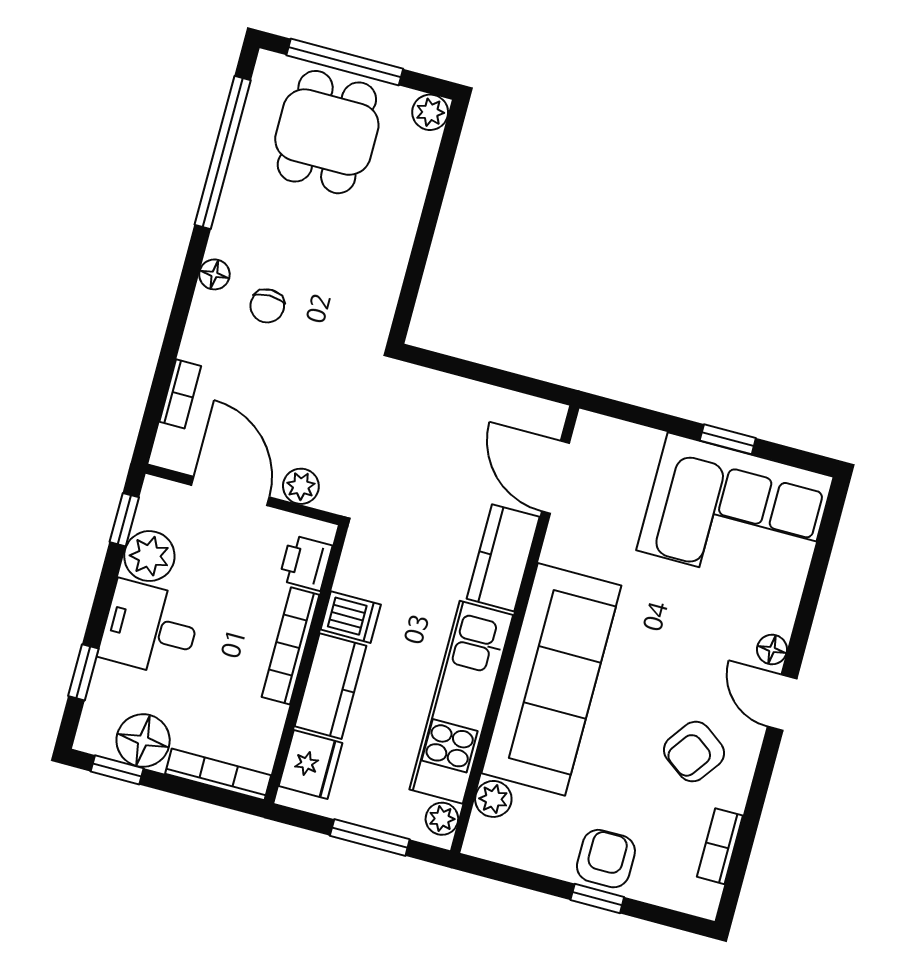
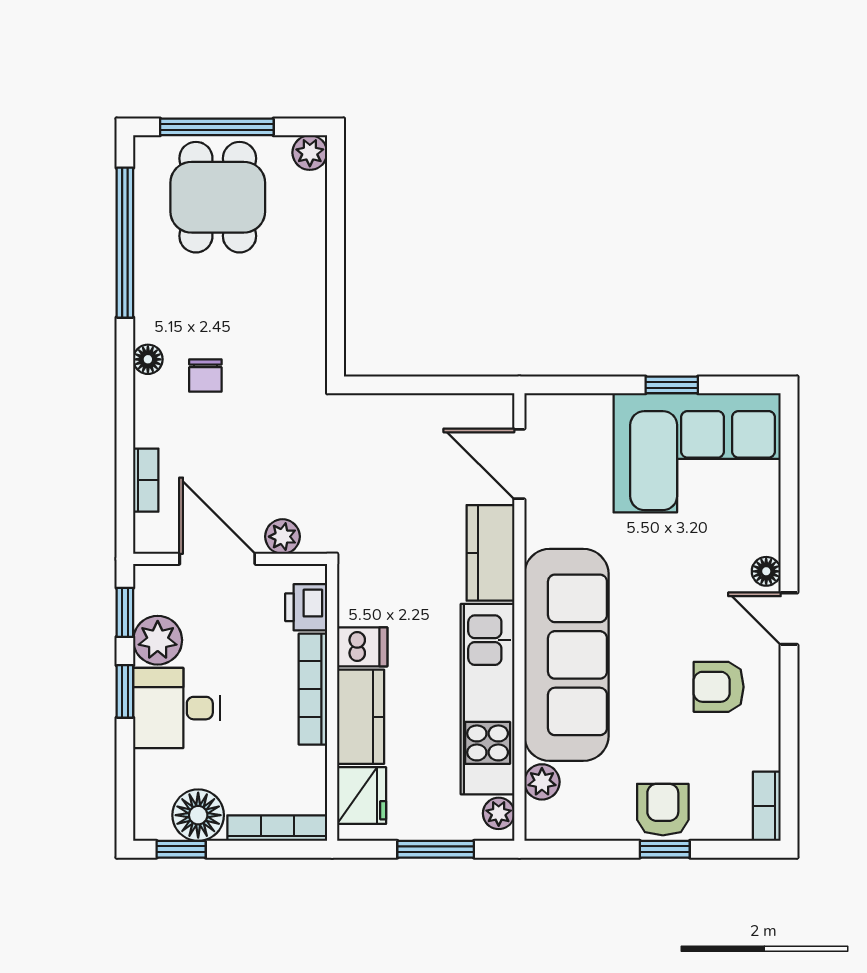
window: (83, 672) -> (125, 691), moved
armchair: (694, 752) -> (719, 687), turned 54
bookcase: (720, 846) -> (767, 806), moved

